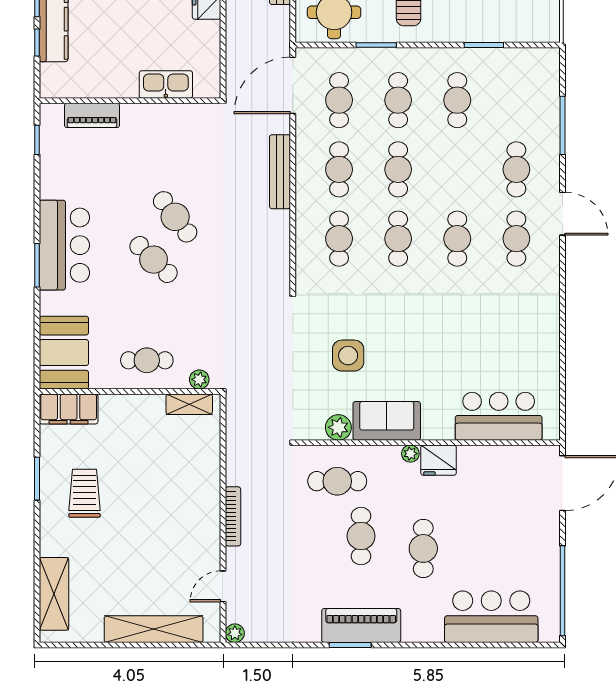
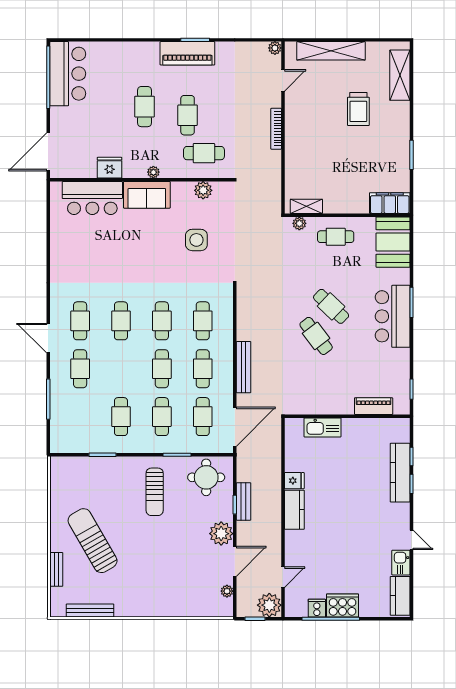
sofa: (387, 421) -> (147, 195), moved
fridge: (439, 460) -> (110, 168), moved
trolley: (84, 493) -> (358, 109), moved
bar counter: (491, 617) -> (68, 74), moved, turned -90

